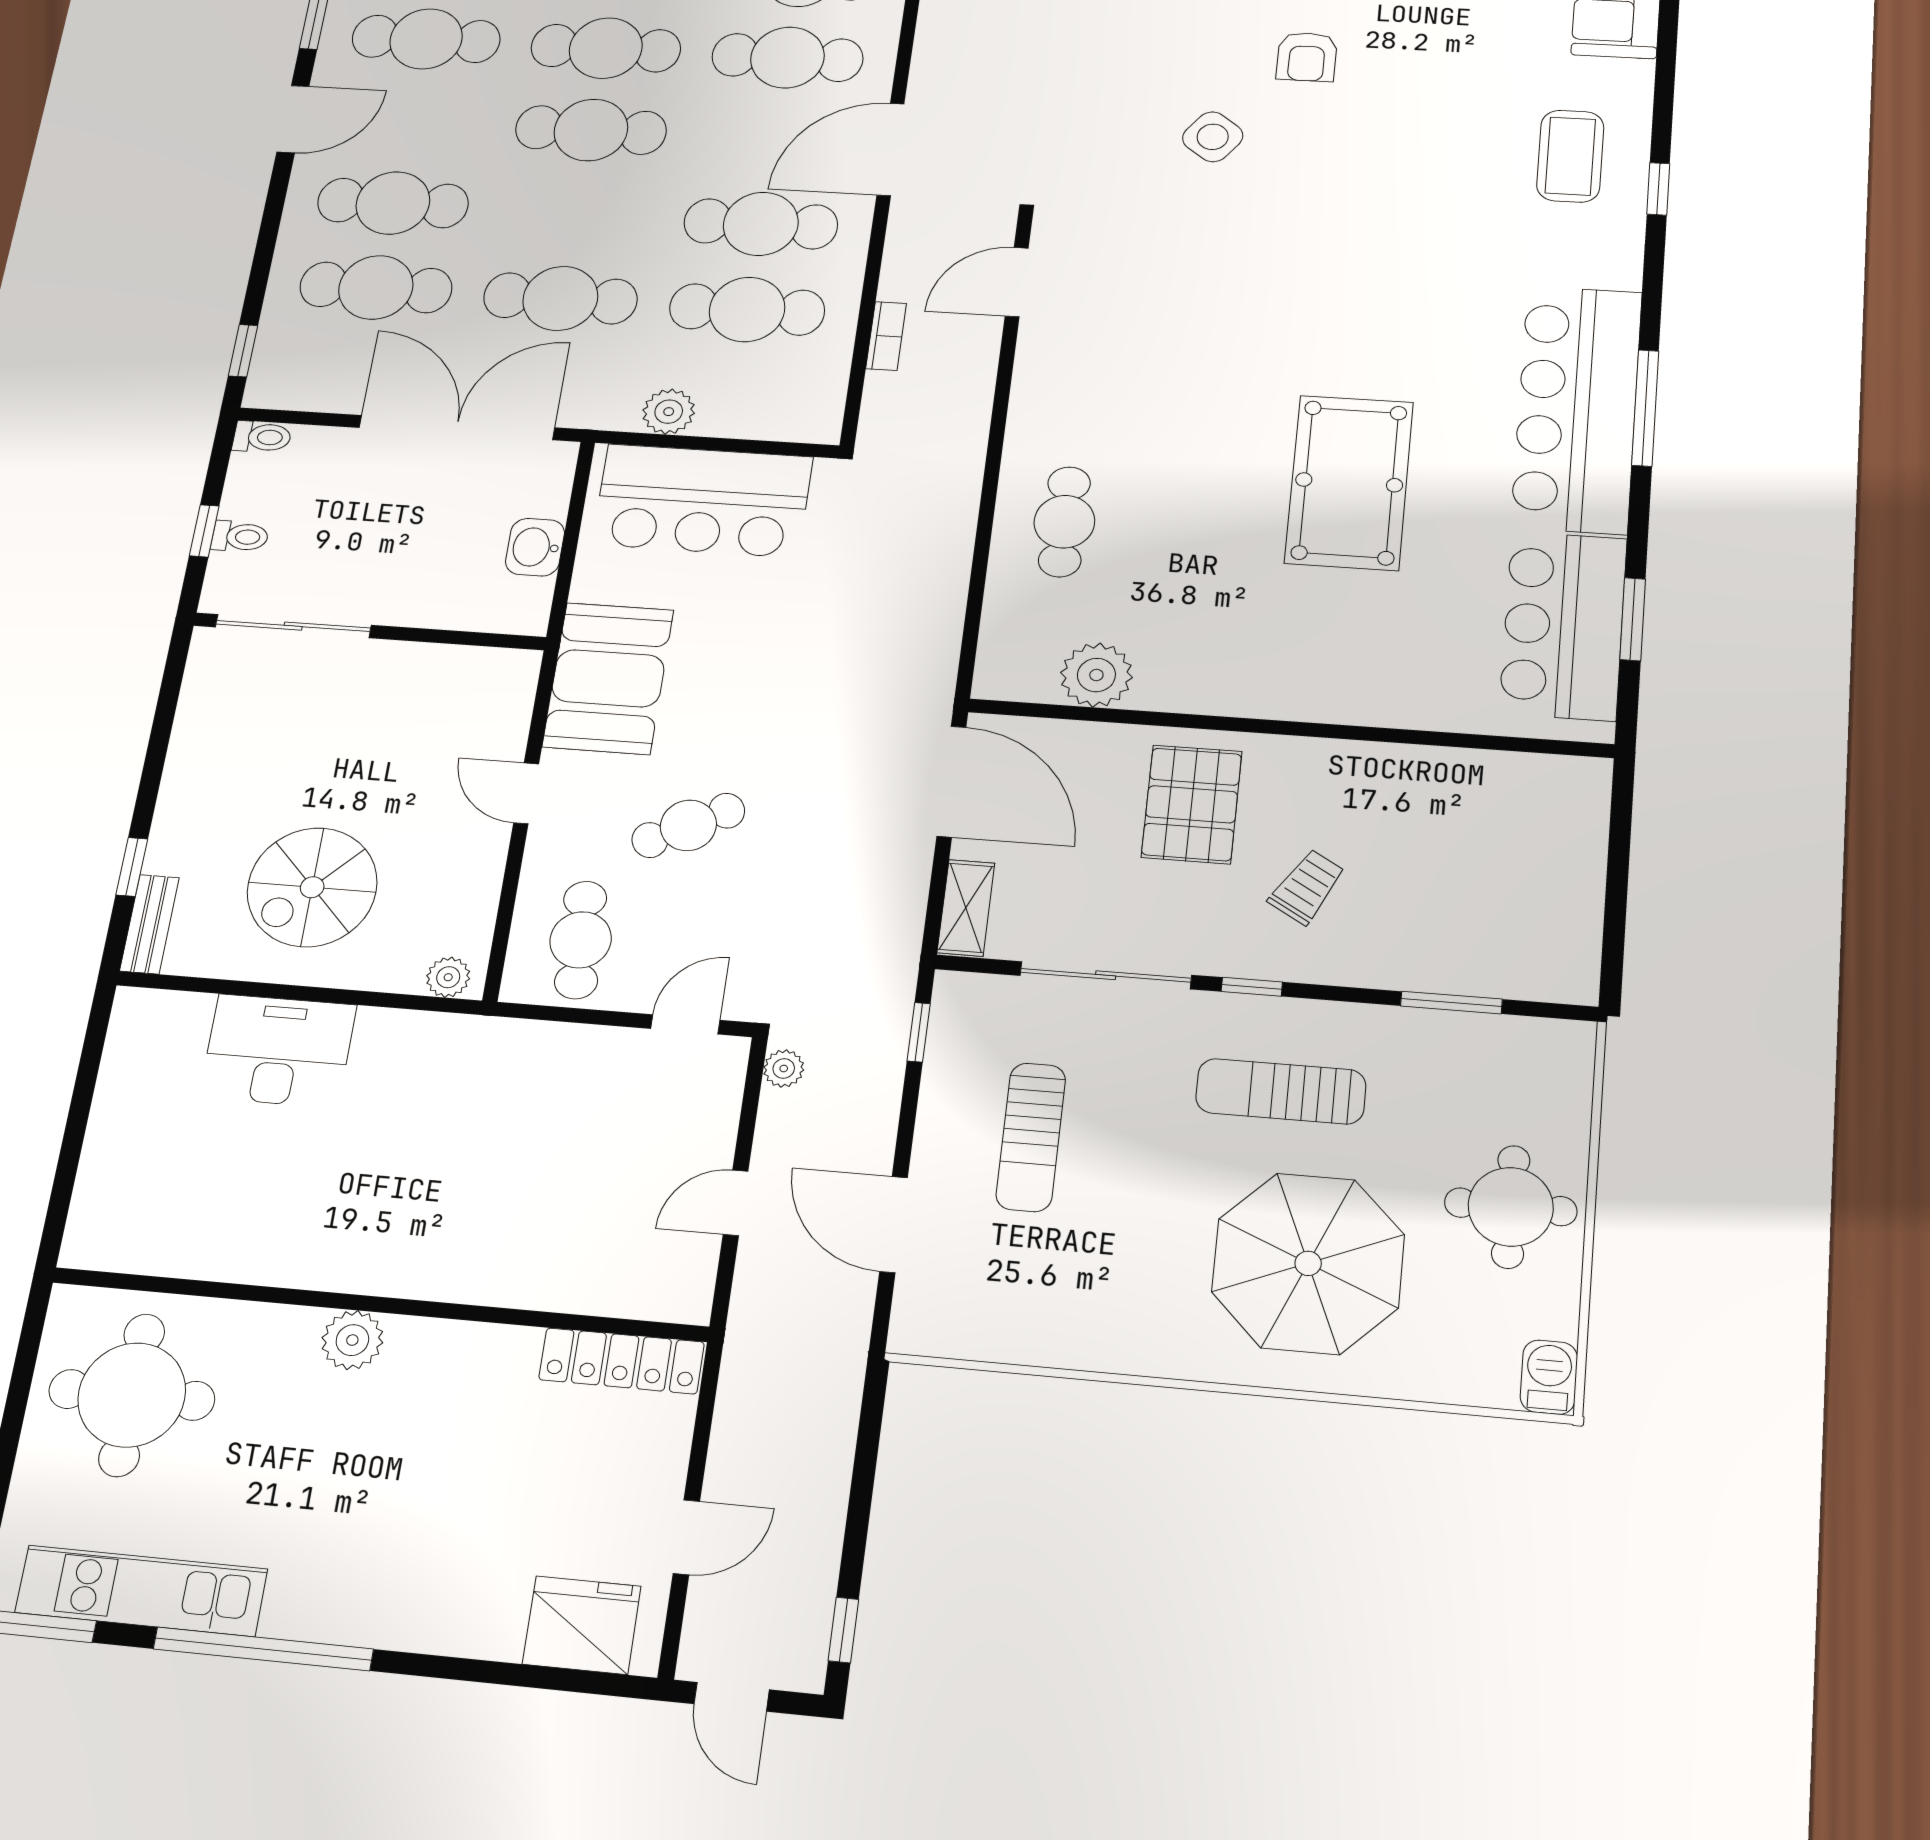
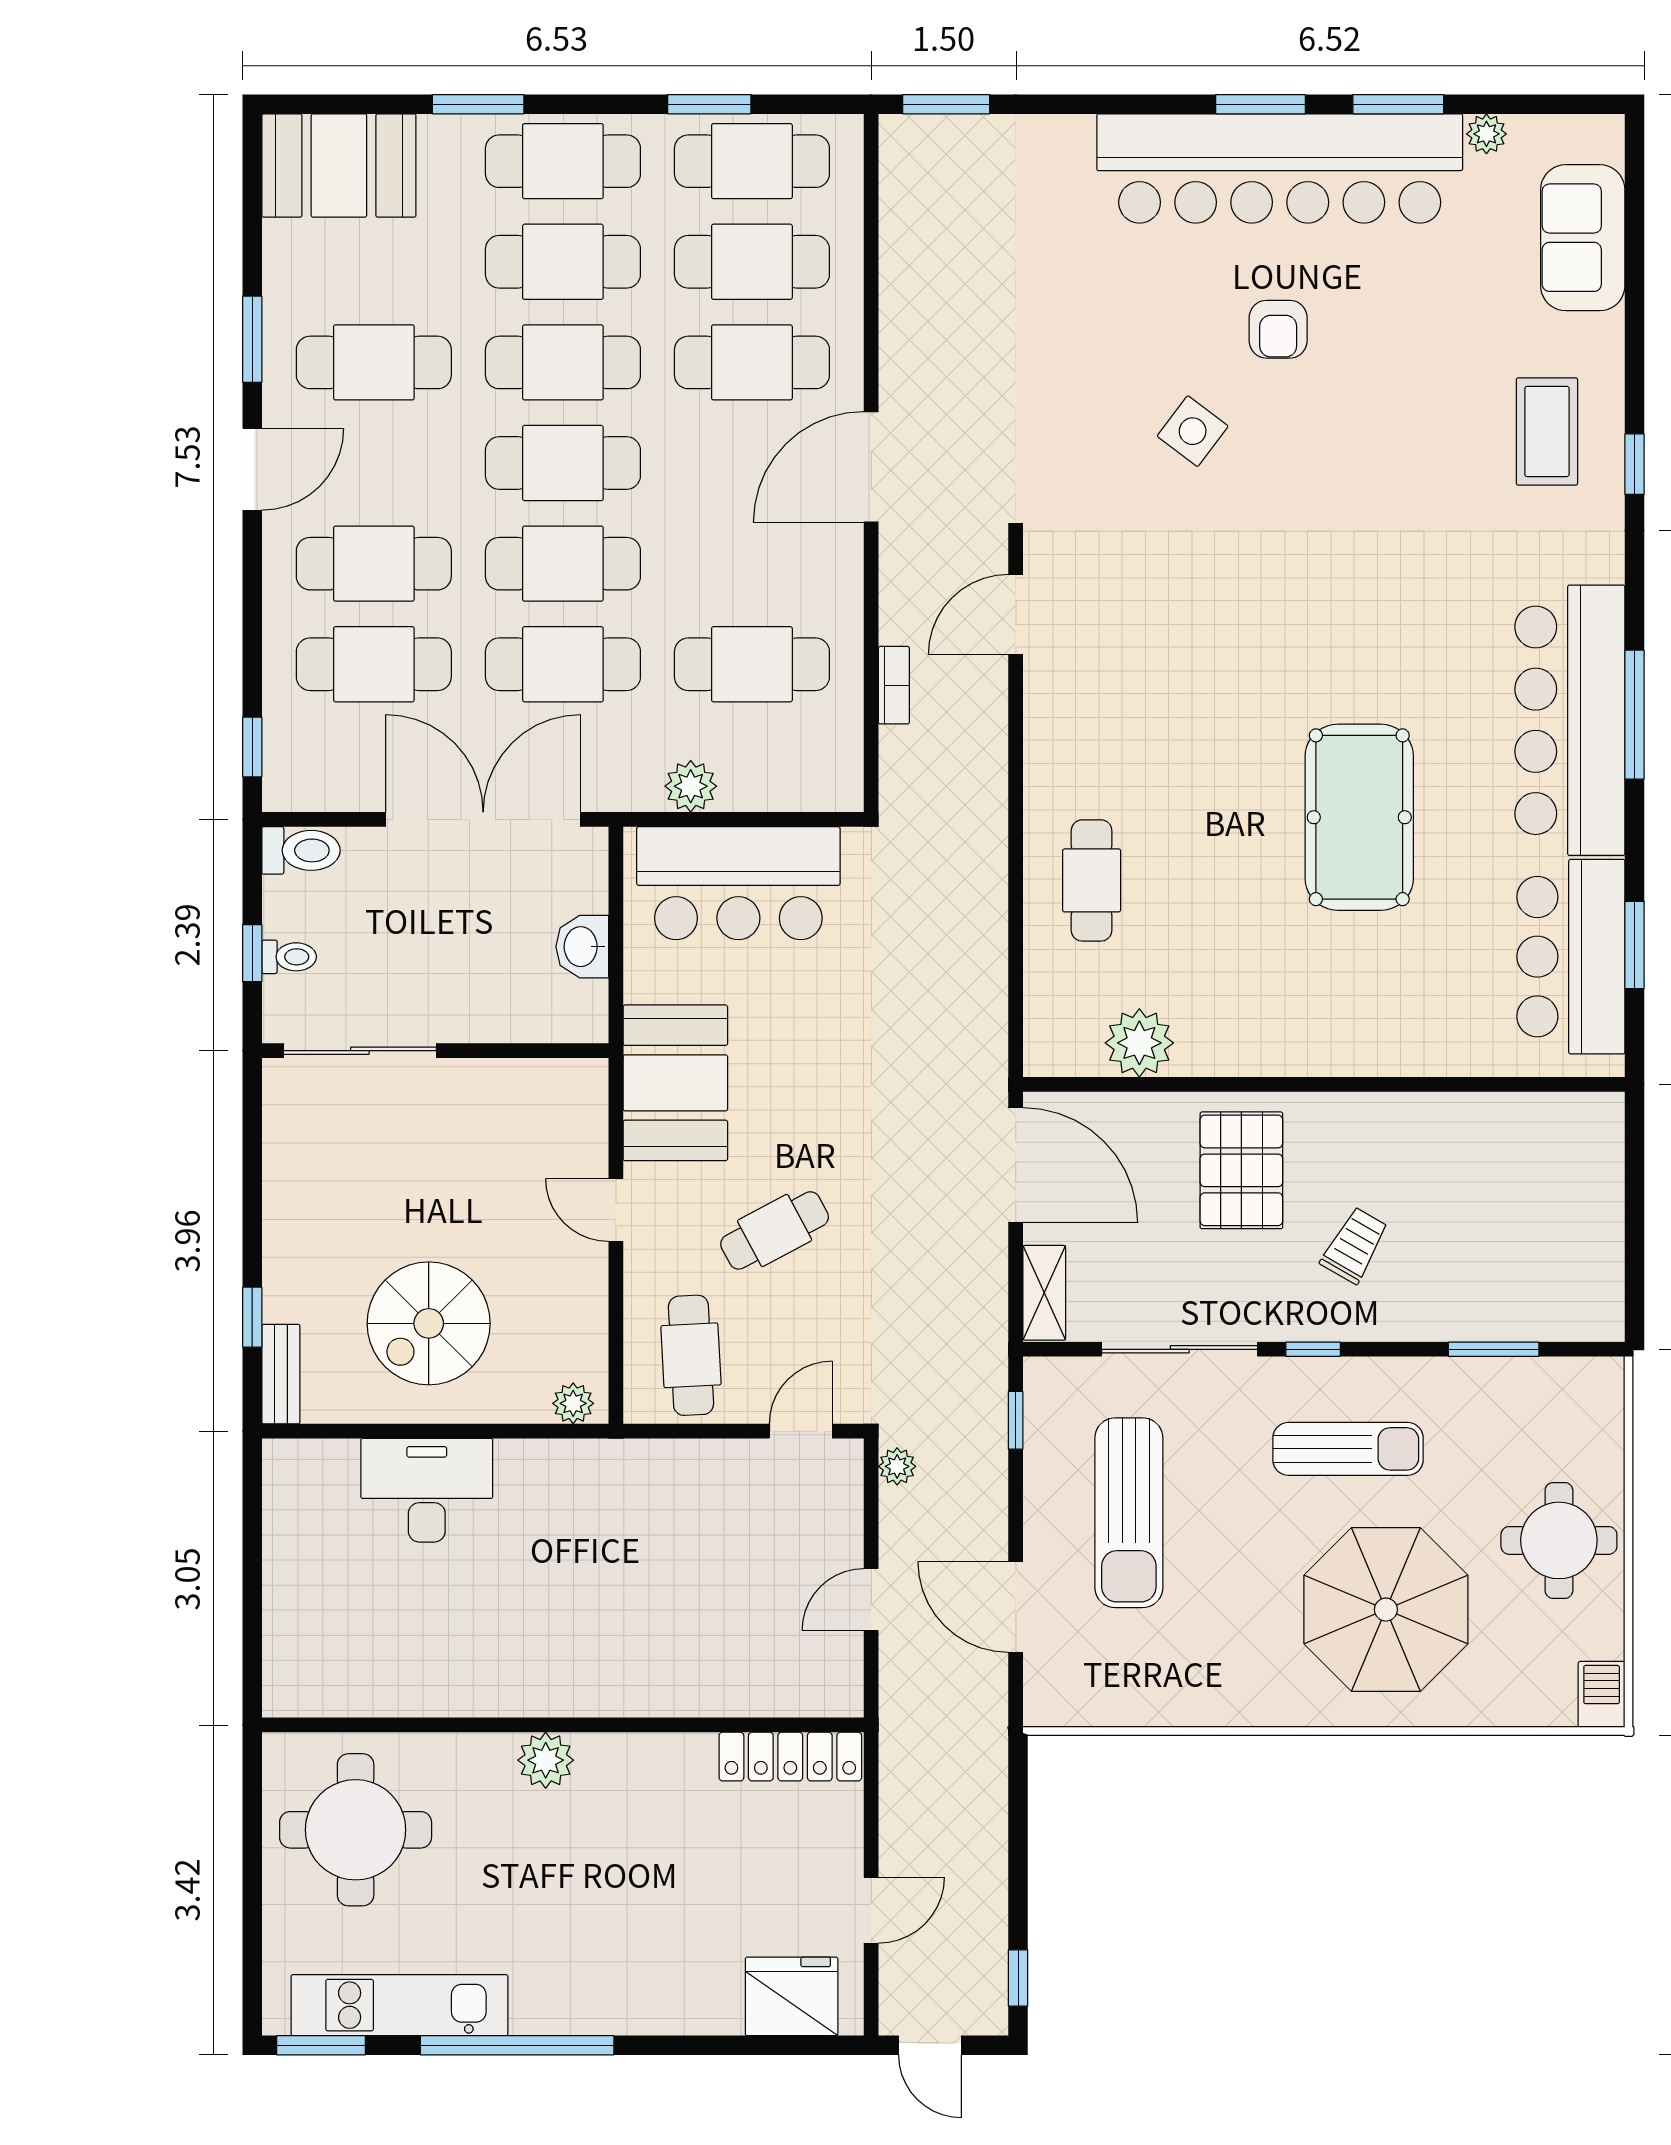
cafe table: (761, 224) -> (563, 564), moved
toilet: (262, 437) -> (301, 850), width x1.37, depth x1.39
sun lounger: (1281, 1091) -> (1348, 1449), turned 180
sun lounger: (1031, 1137) -> (1129, 1513), width x1.36, depth x1.34

